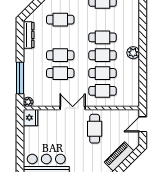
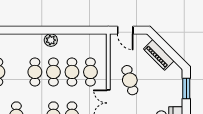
cafe table: (95, 129) -> (130, 80), turned 74

